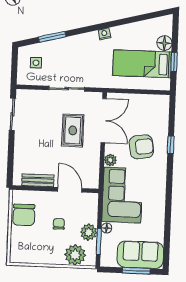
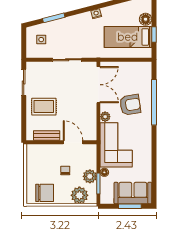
rug: (73, 130) -> (44, 107), moved, turned 90
window: (171, 145) -> (154, 102), width x3.17
chair: (24, 215) -> (45, 193), moved, turned -90

